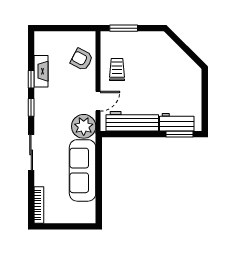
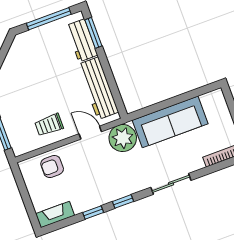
armchair: (82, 59) -> (52, 166), turned 62
fireplace: (41, 71) -> (55, 215), moved
window: (205, 102) -> (49, 19), added

